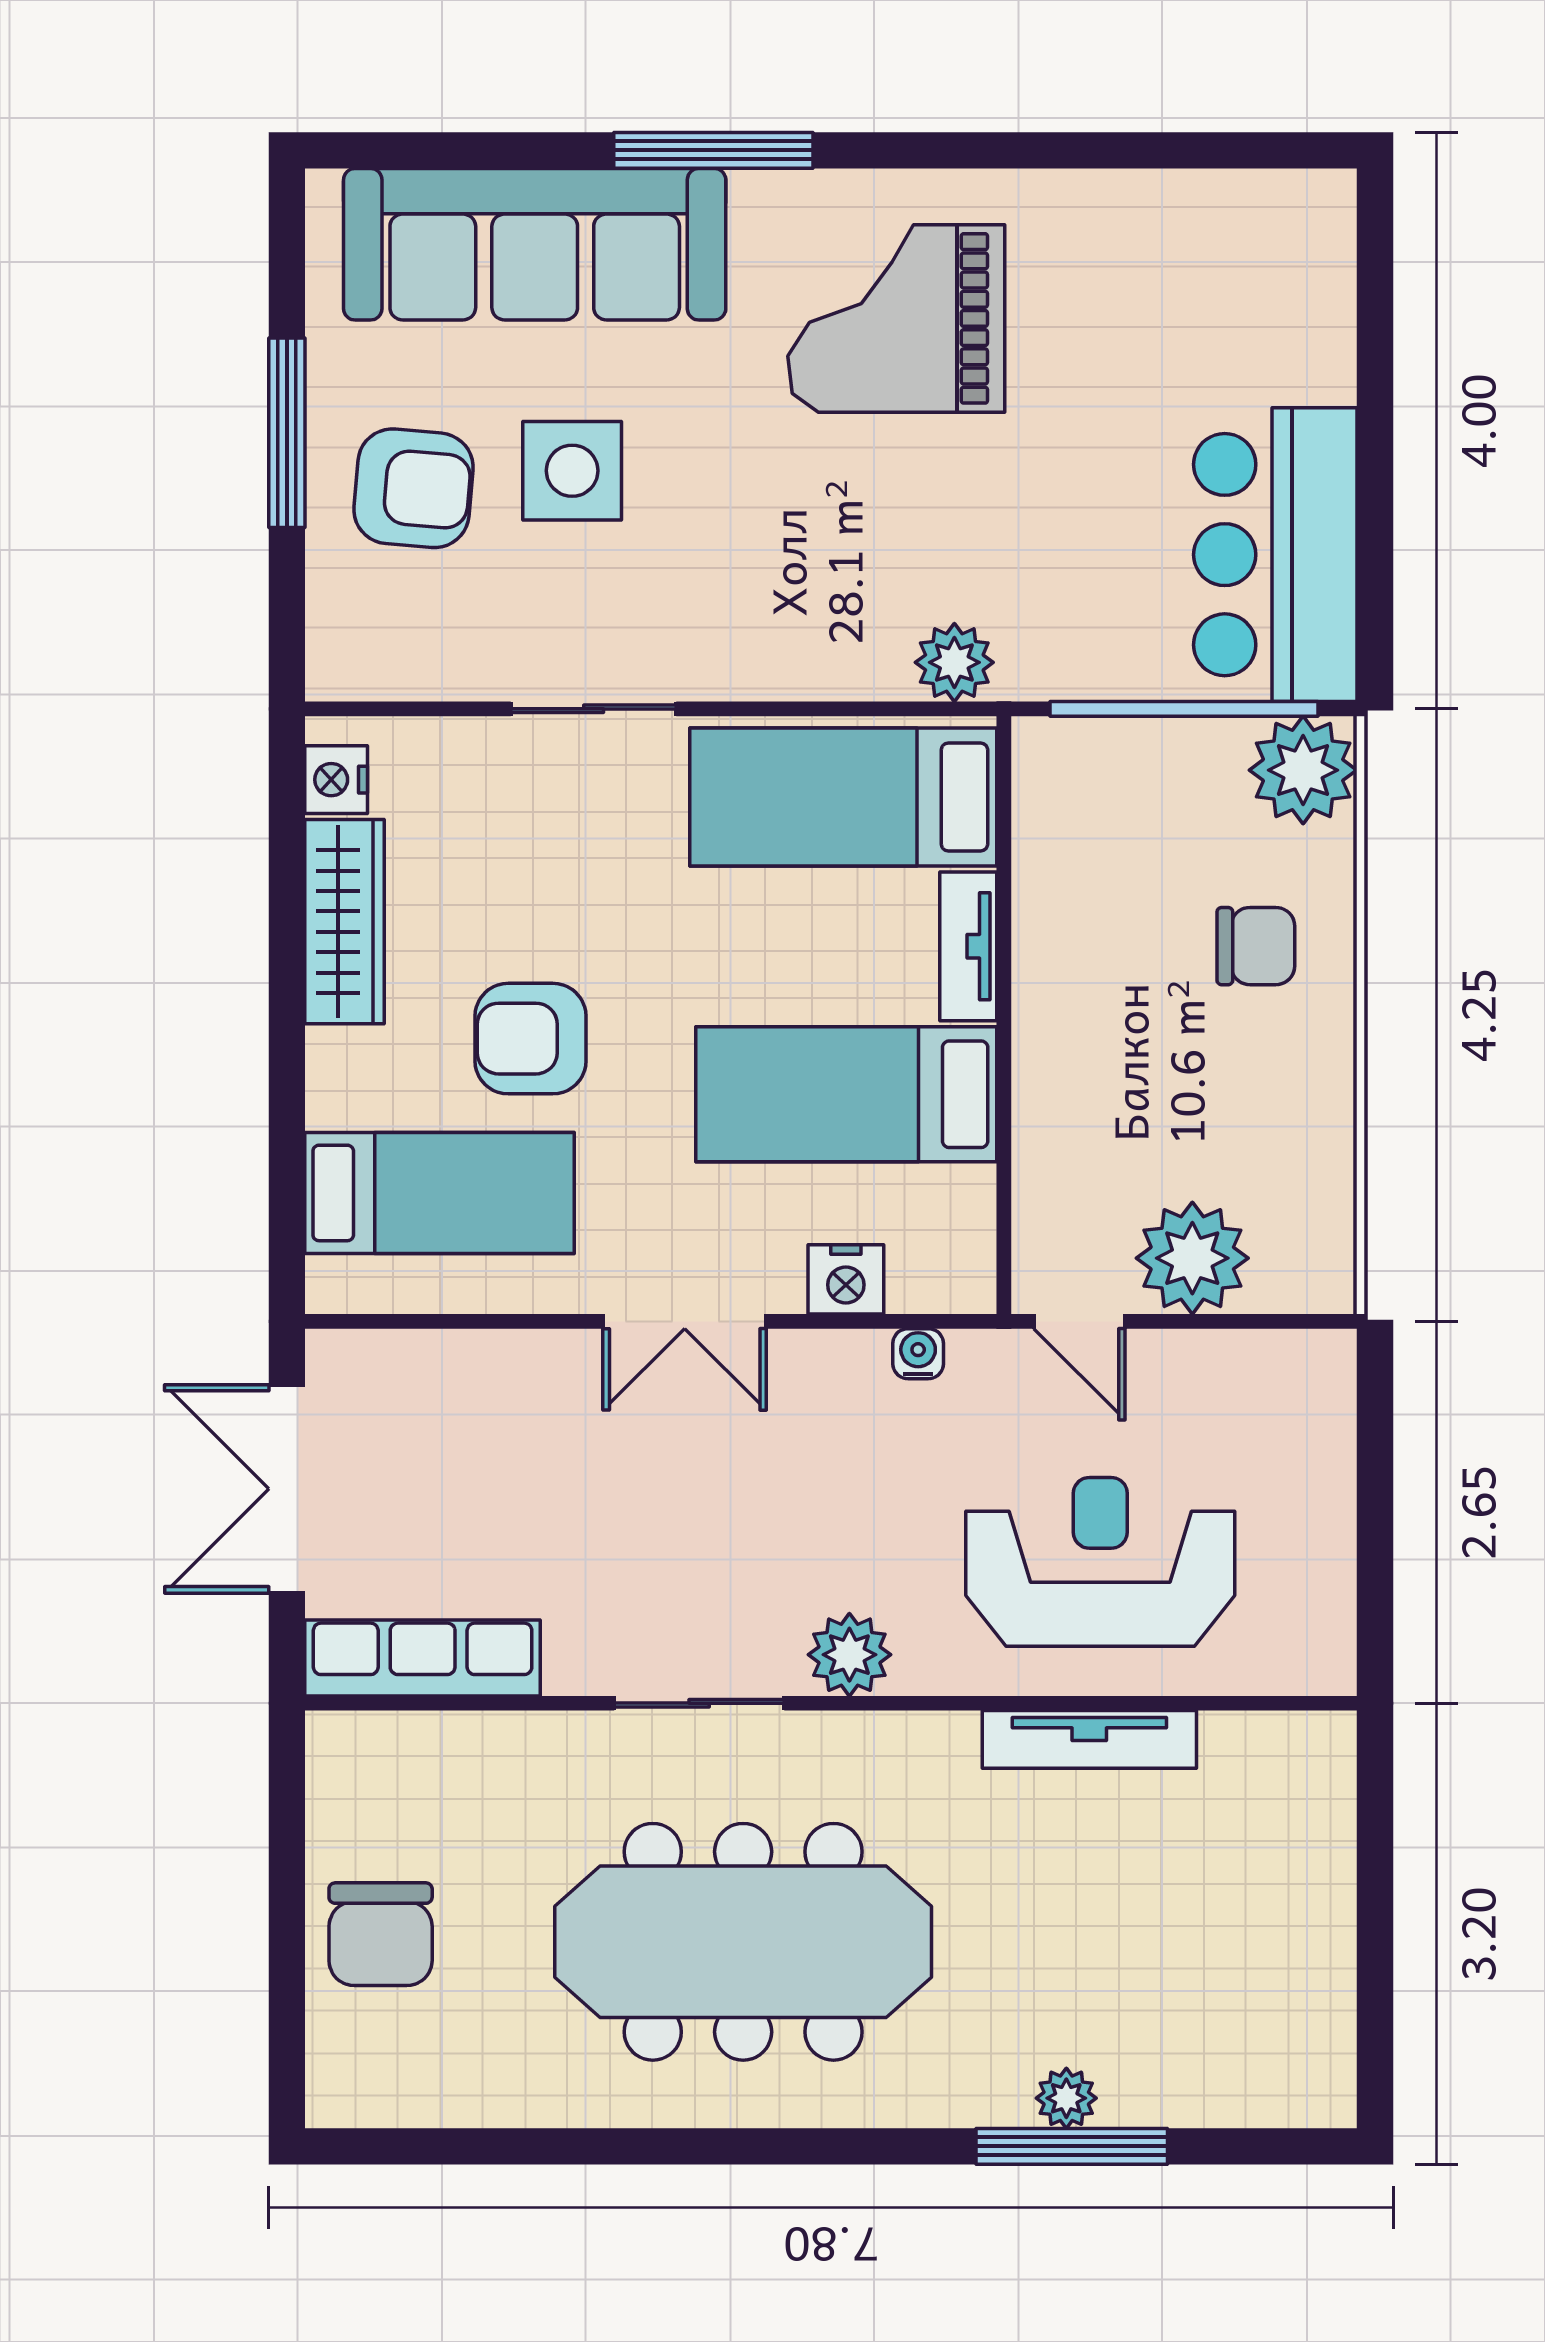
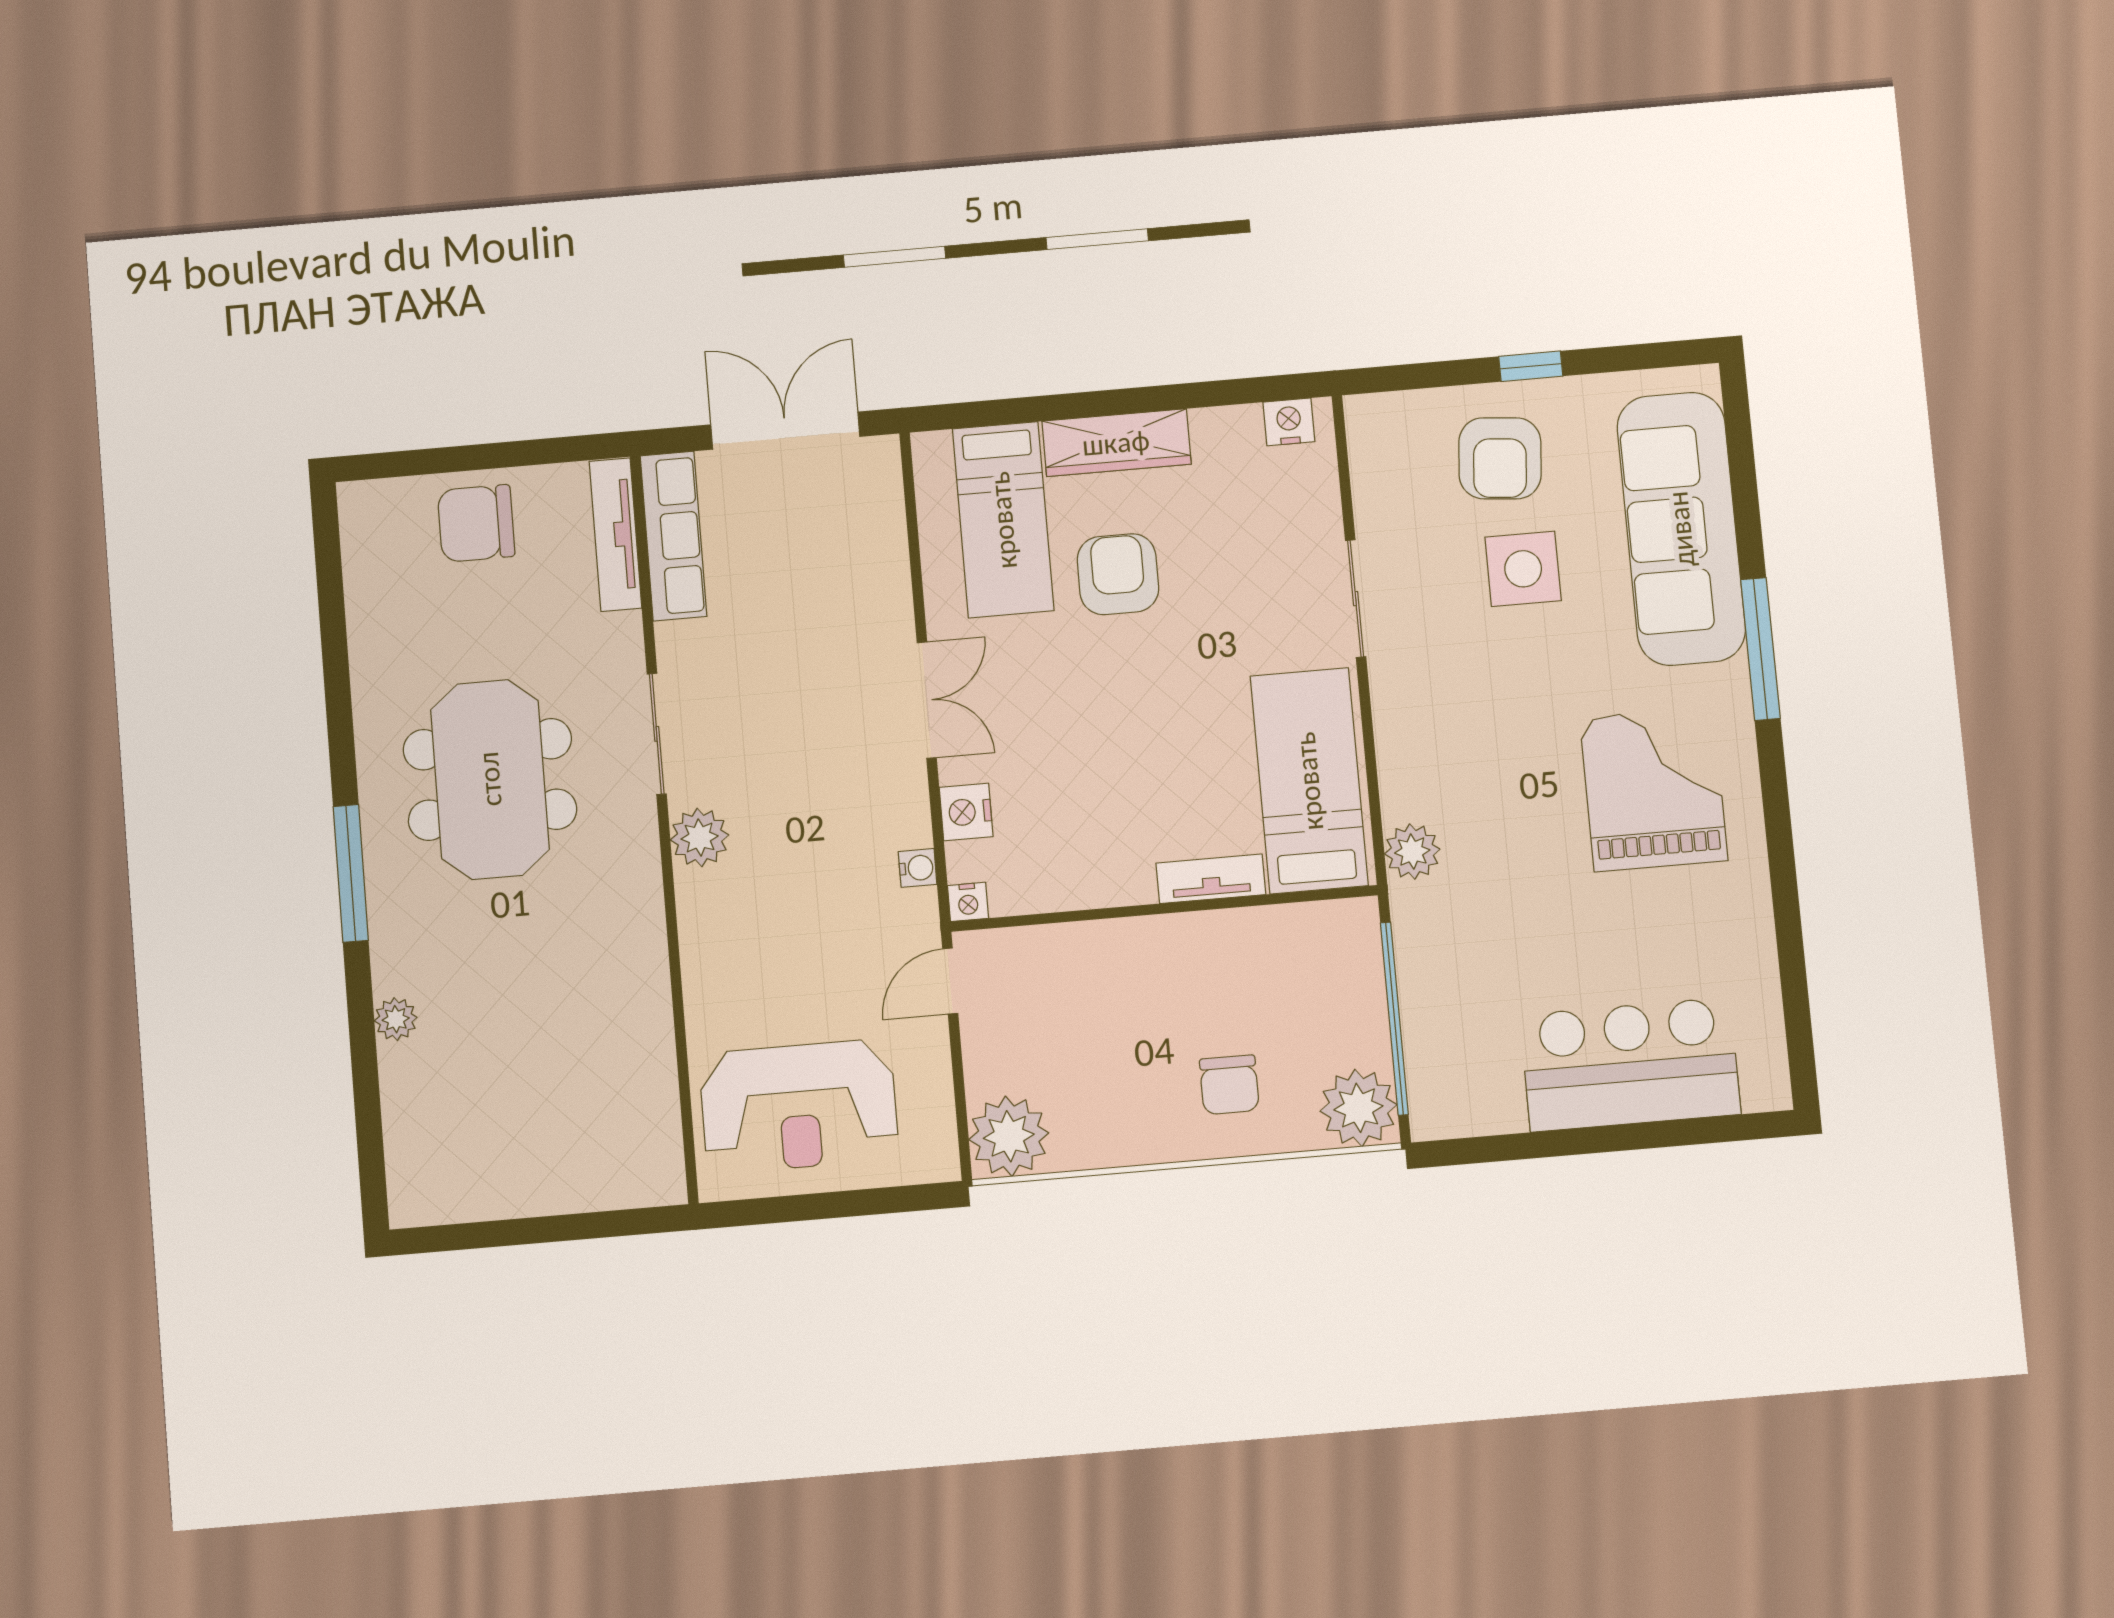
window: (287, 433) -> (1531, 366), width x0.46
bar counter: (1275, 555) -> (1630, 1065), moved
wardrobe: (345, 922) -> (1116, 443), moved
bed: (846, 1094) -> (1098, 801), removed
plant: (1192, 1258) -> (1009, 1136), moved
nightstand: (971, 1287) -> (968, 902), added
double door: (685, 1321) -> (927, 700), swing flipped
reception desk: (1100, 1562) -> (799, 1106), moved, turned 90
tv unit: (1089, 1739) -> (615, 535), moved
meeting table: (743, 1942) -> (490, 779), width x0.73
window: (1072, 2146) -> (351, 873), moved

